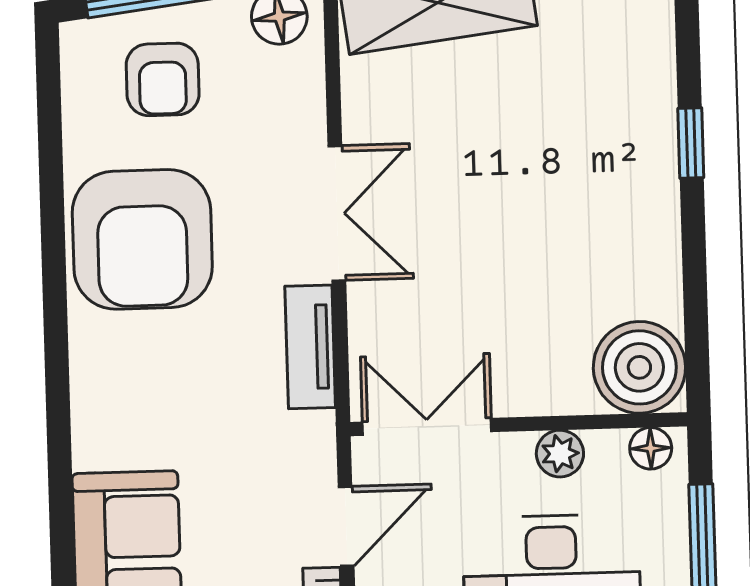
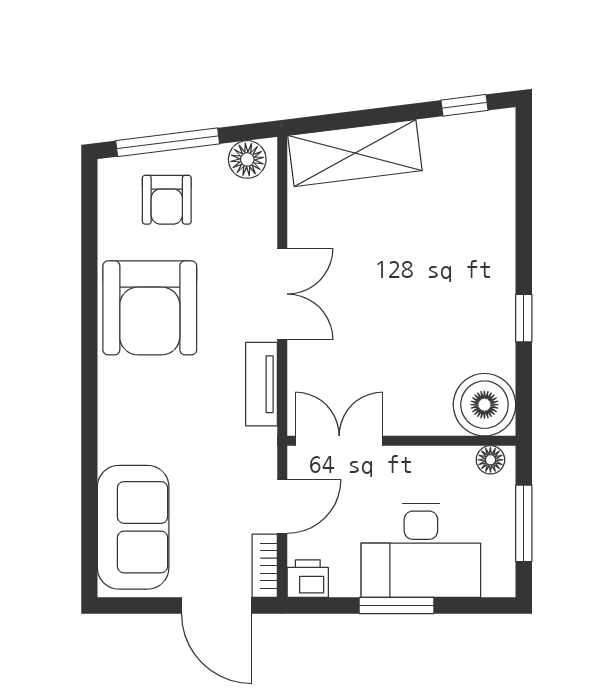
window: (691, 143) -> (524, 318), moved
plant: (560, 454) -> (429, 462), removed

